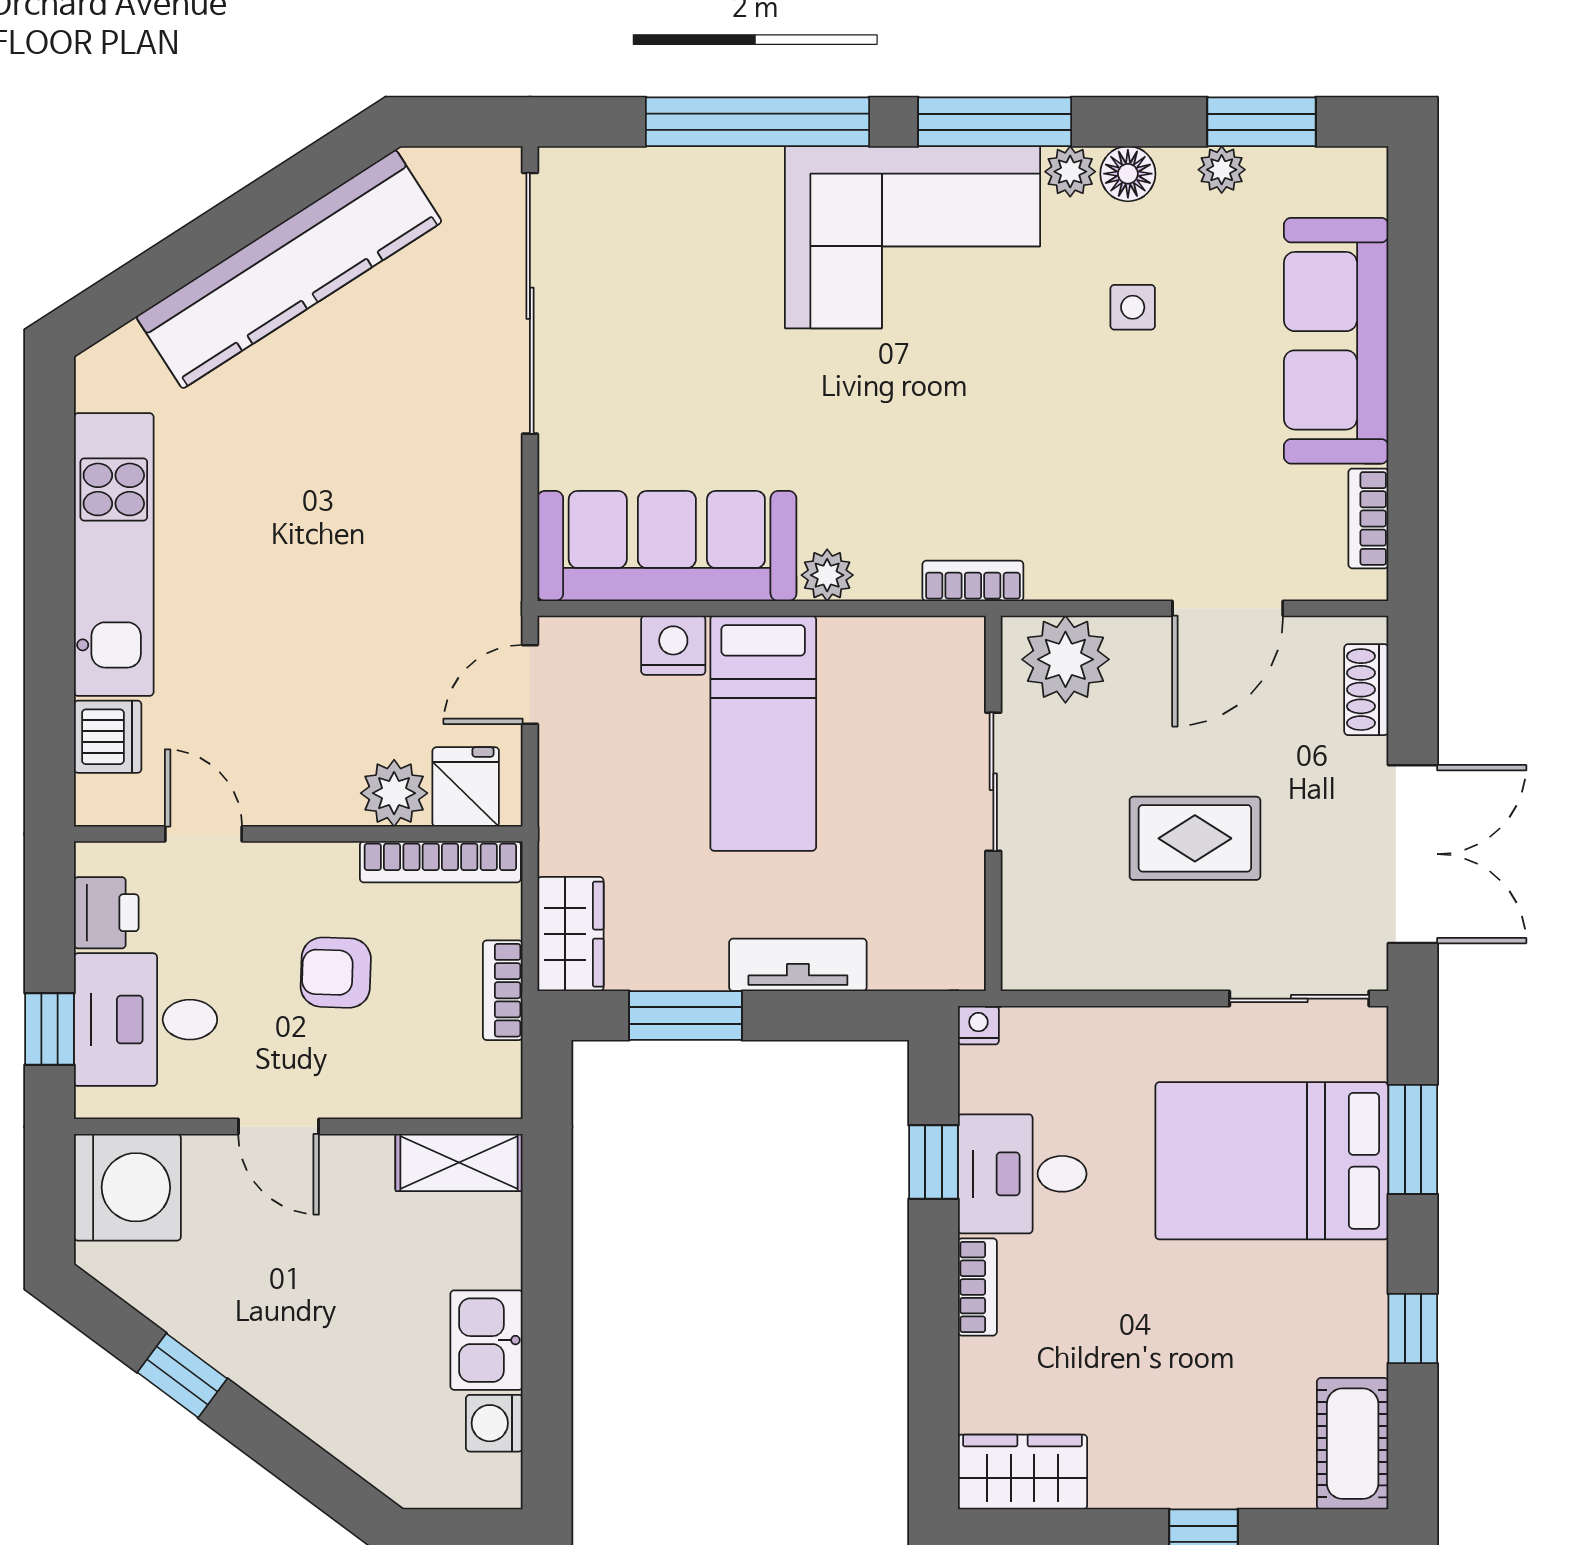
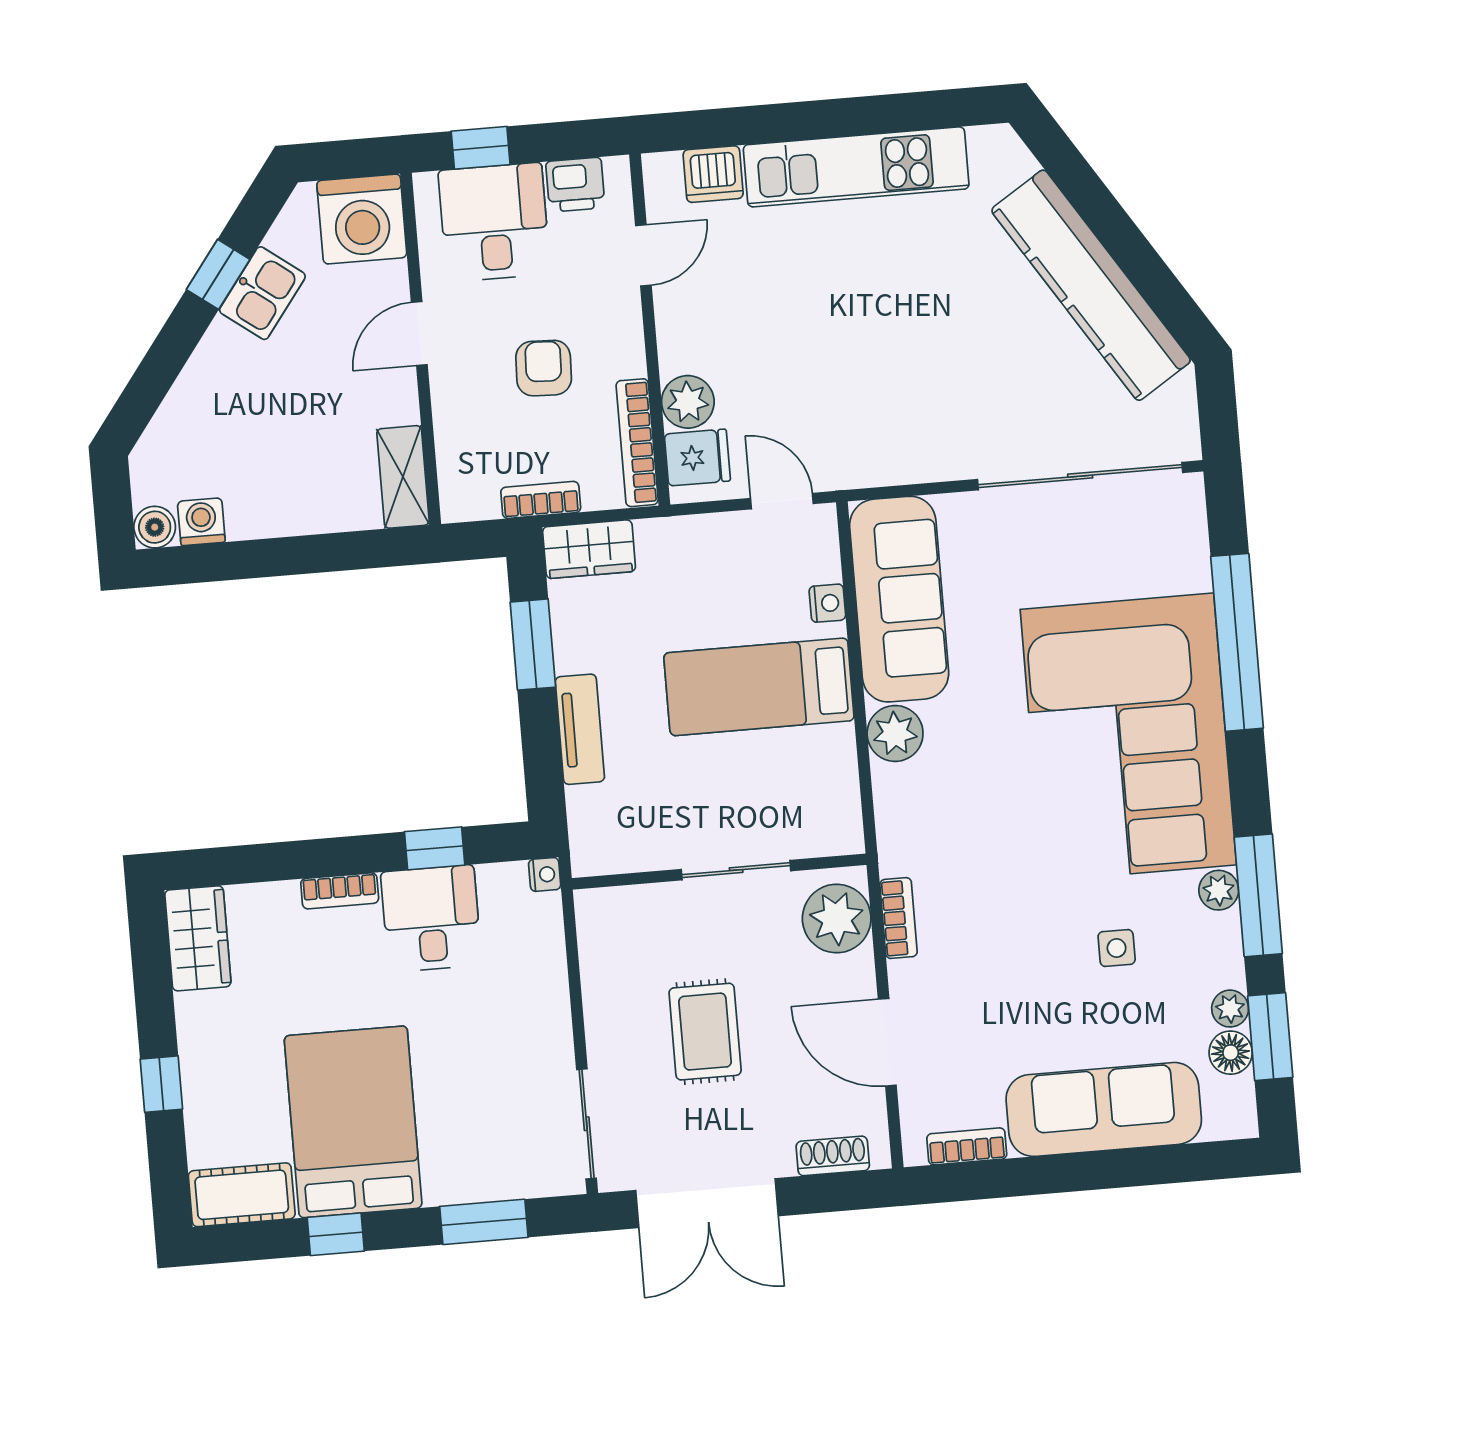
window: (995, 122) -> (1258, 895), moved
floor lamp: (1128, 174) -> (1231, 1053), moved
corner sofa: (912, 237) -> (1128, 737), width x1.36, depth x1.36
plant: (827, 575) -> (895, 733), width x1.38, depth x1.38
bookcase: (973, 581) -> (898, 918), moved
nightstand: (673, 645) -> (827, 603), width x0.72, depth x0.74
bed: (1272, 1161) -> (353, 1122), moved
kitchen sink: (487, 1340) -> (262, 293), moved, turned 127
boiler: (496, 1483) -> (155, 527), added

